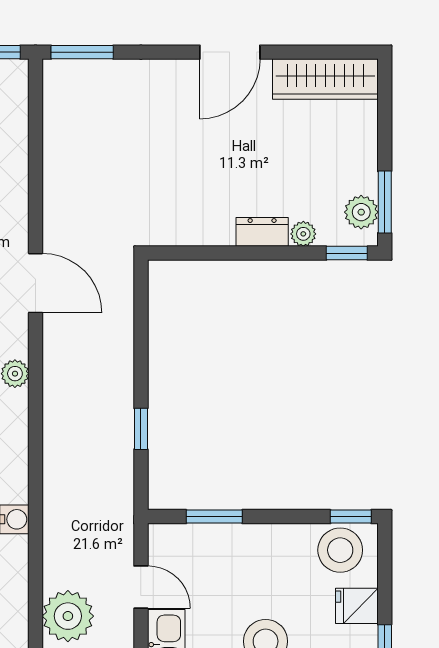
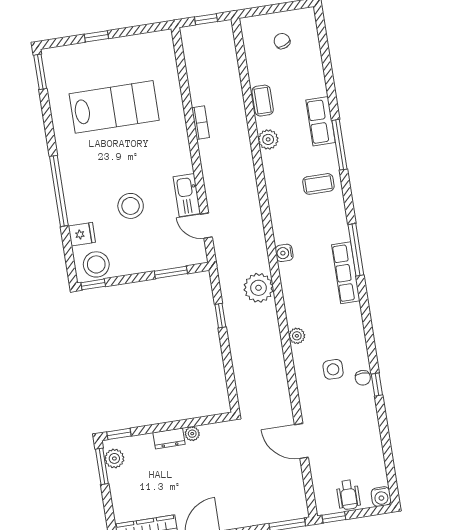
plant: (303, 234) -> (192, 434), moved
door: (36, 283) -> (301, 441), moved
plant: (68, 616) -> (259, 288), moved

